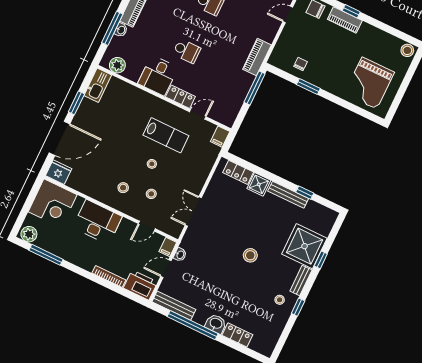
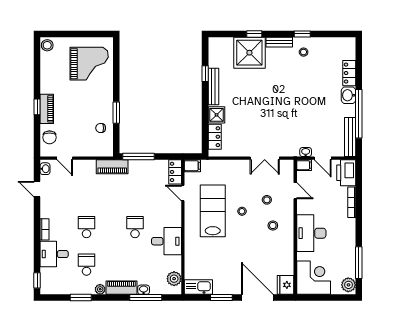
locker: (180, 97) -> (175, 172), moved
lab bench: (166, 135) -> (213, 211), width x1.36, depth x1.39
stool: (250, 255) -> (278, 94), removed

